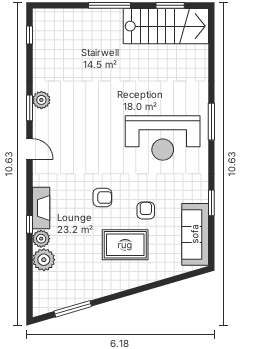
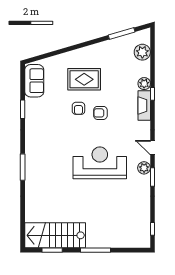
plant: (41, 100) -> (144, 168), moved
reception desk: (163, 138) -> (100, 163), moved
armchair: (146, 211) -> (78, 108), moved
sofa: (195, 234) -> (34, 81), width x0.73
plant: (44, 260) -> (142, 52), moved

